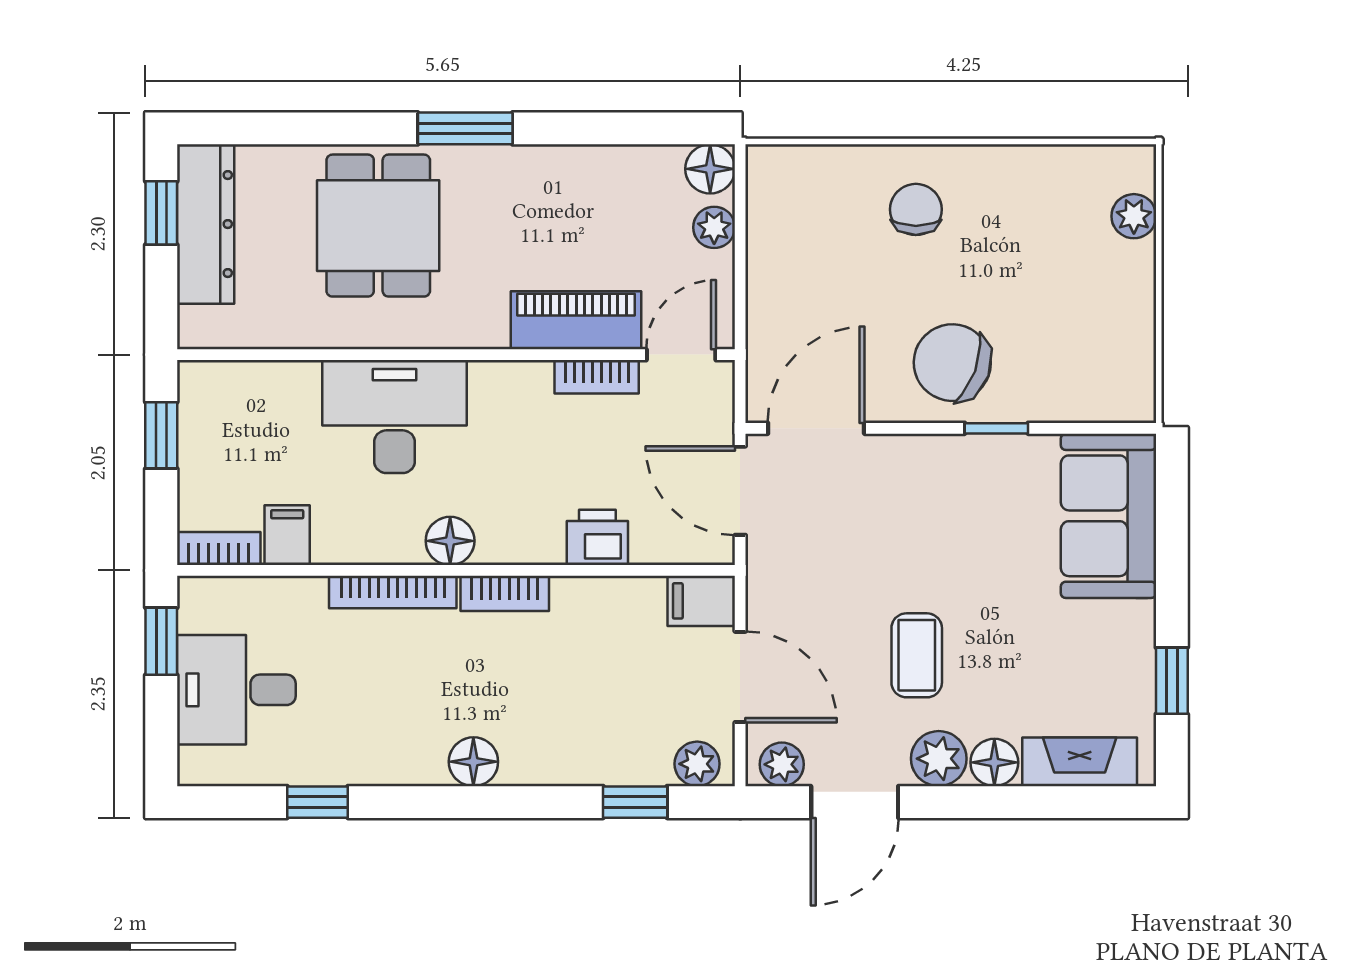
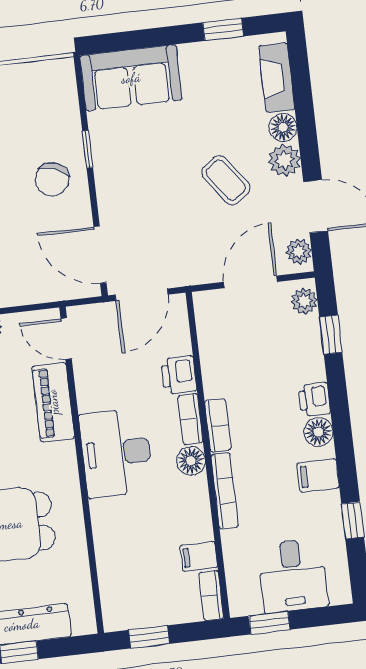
chair: (952, 363) -> (52, 179), width x0.73, depth x0.73
bookcase: (597, 377) -> (190, 419), moved, turned 180
desk: (394, 417) -> (116, 453), moved
filing cabinet: (701, 601) -> (318, 475), moved, turned 90
coffee table: (917, 655) -> (226, 180), turned 54
printer: (529, 762) -> (314, 399), added

